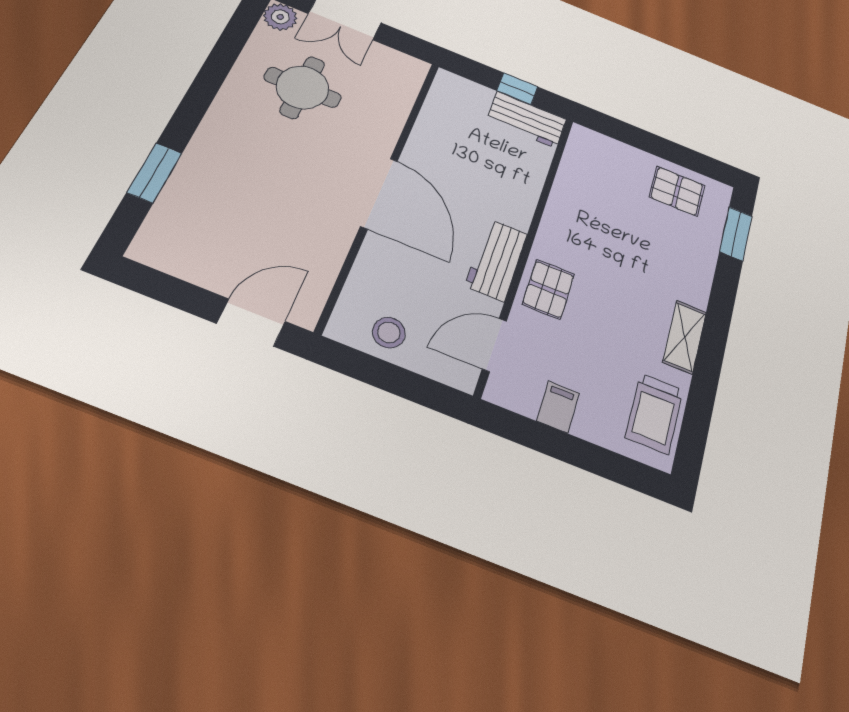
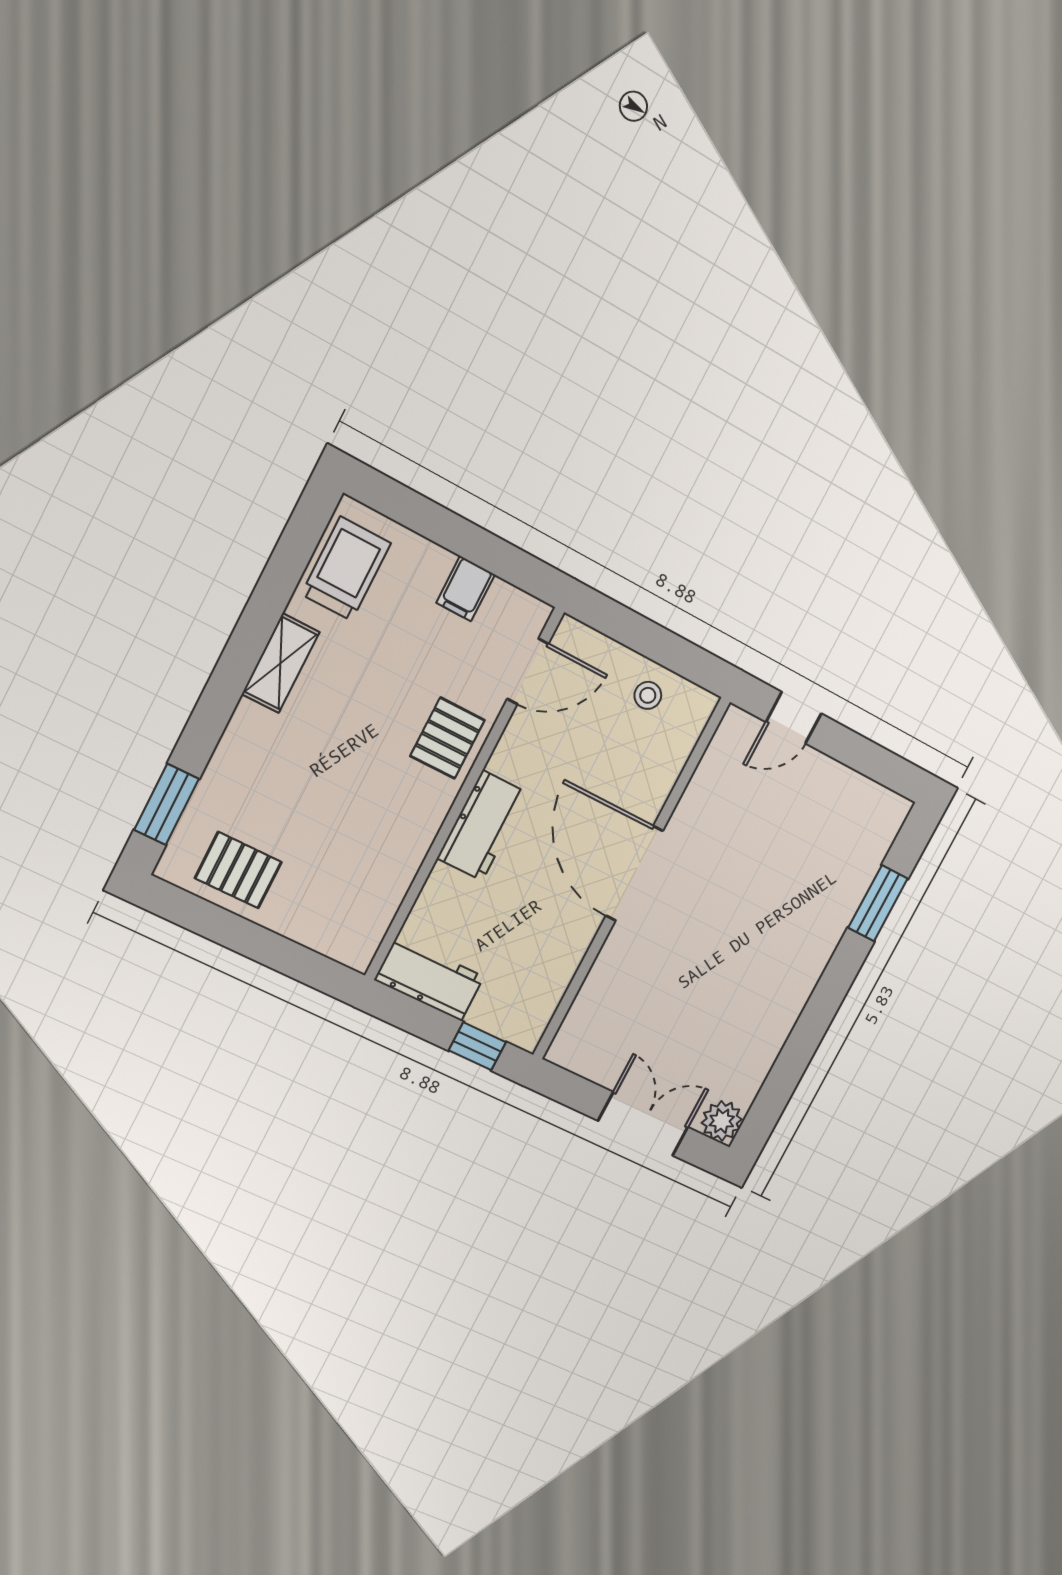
round table: (303, 87) -> (706, 1020), removed
window: (517, 89) -> (477, 1046), moved
workbench: (496, 260) -> (482, 826), moved
door: (251, 322) -> (794, 718), width x0.73
stool: (389, 333) -> (648, 695), width x0.73, depth x0.73

